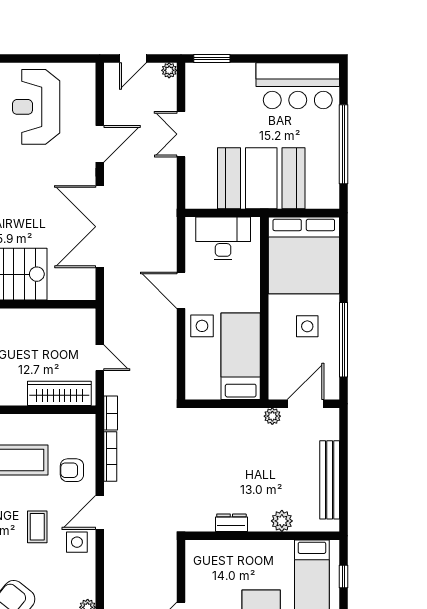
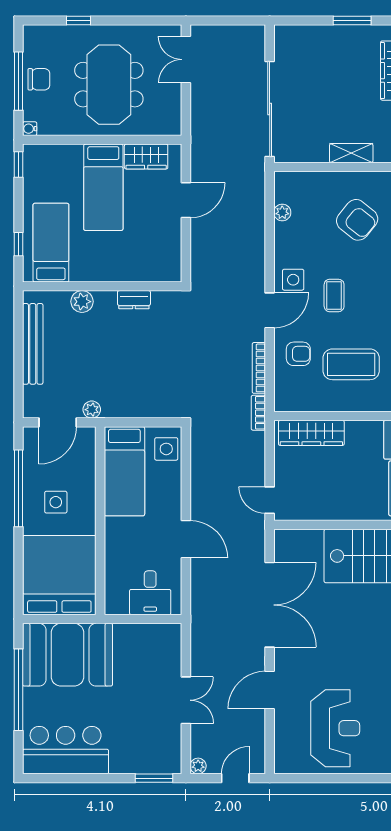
booth: (261, 178) -> (68, 655), moved
desk: (223, 238) -> (150, 593), width x0.73
side table: (202, 326) -> (166, 449), moved
door: (100, 358) -> (270, 500), moved

